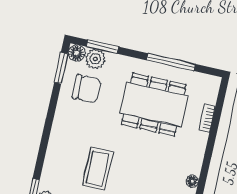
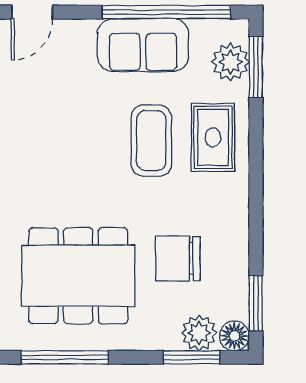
chair: (87, 89) -> (178, 259), moved
rug: (64, 163) -> (213, 137), added

